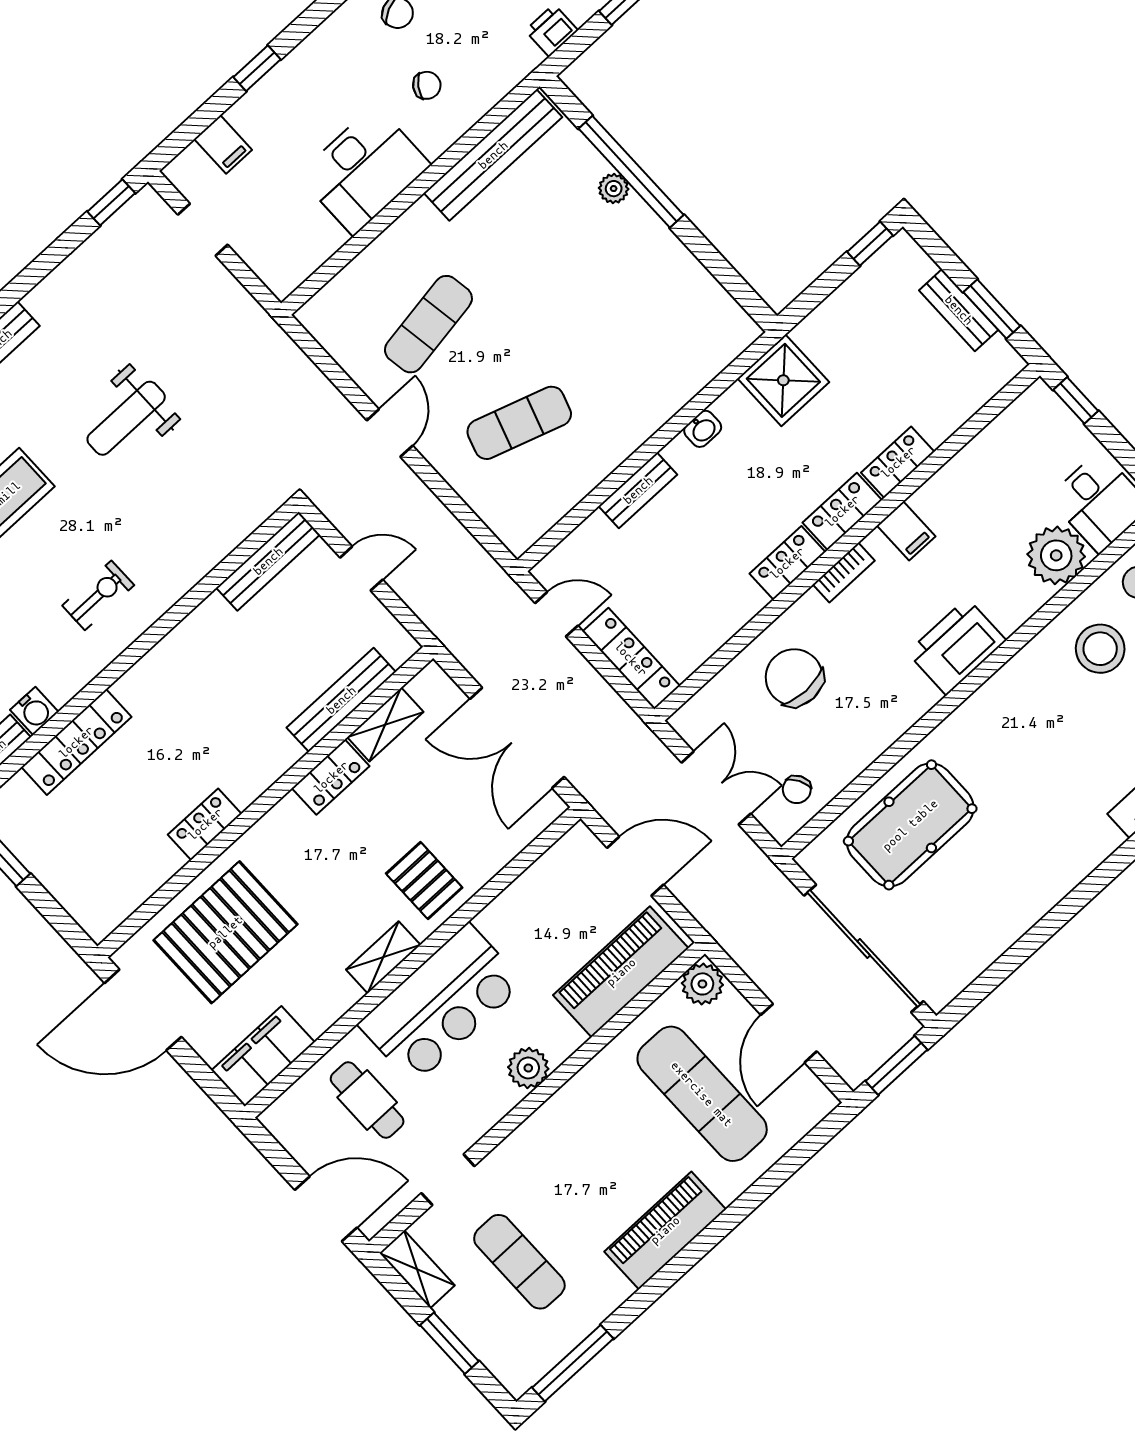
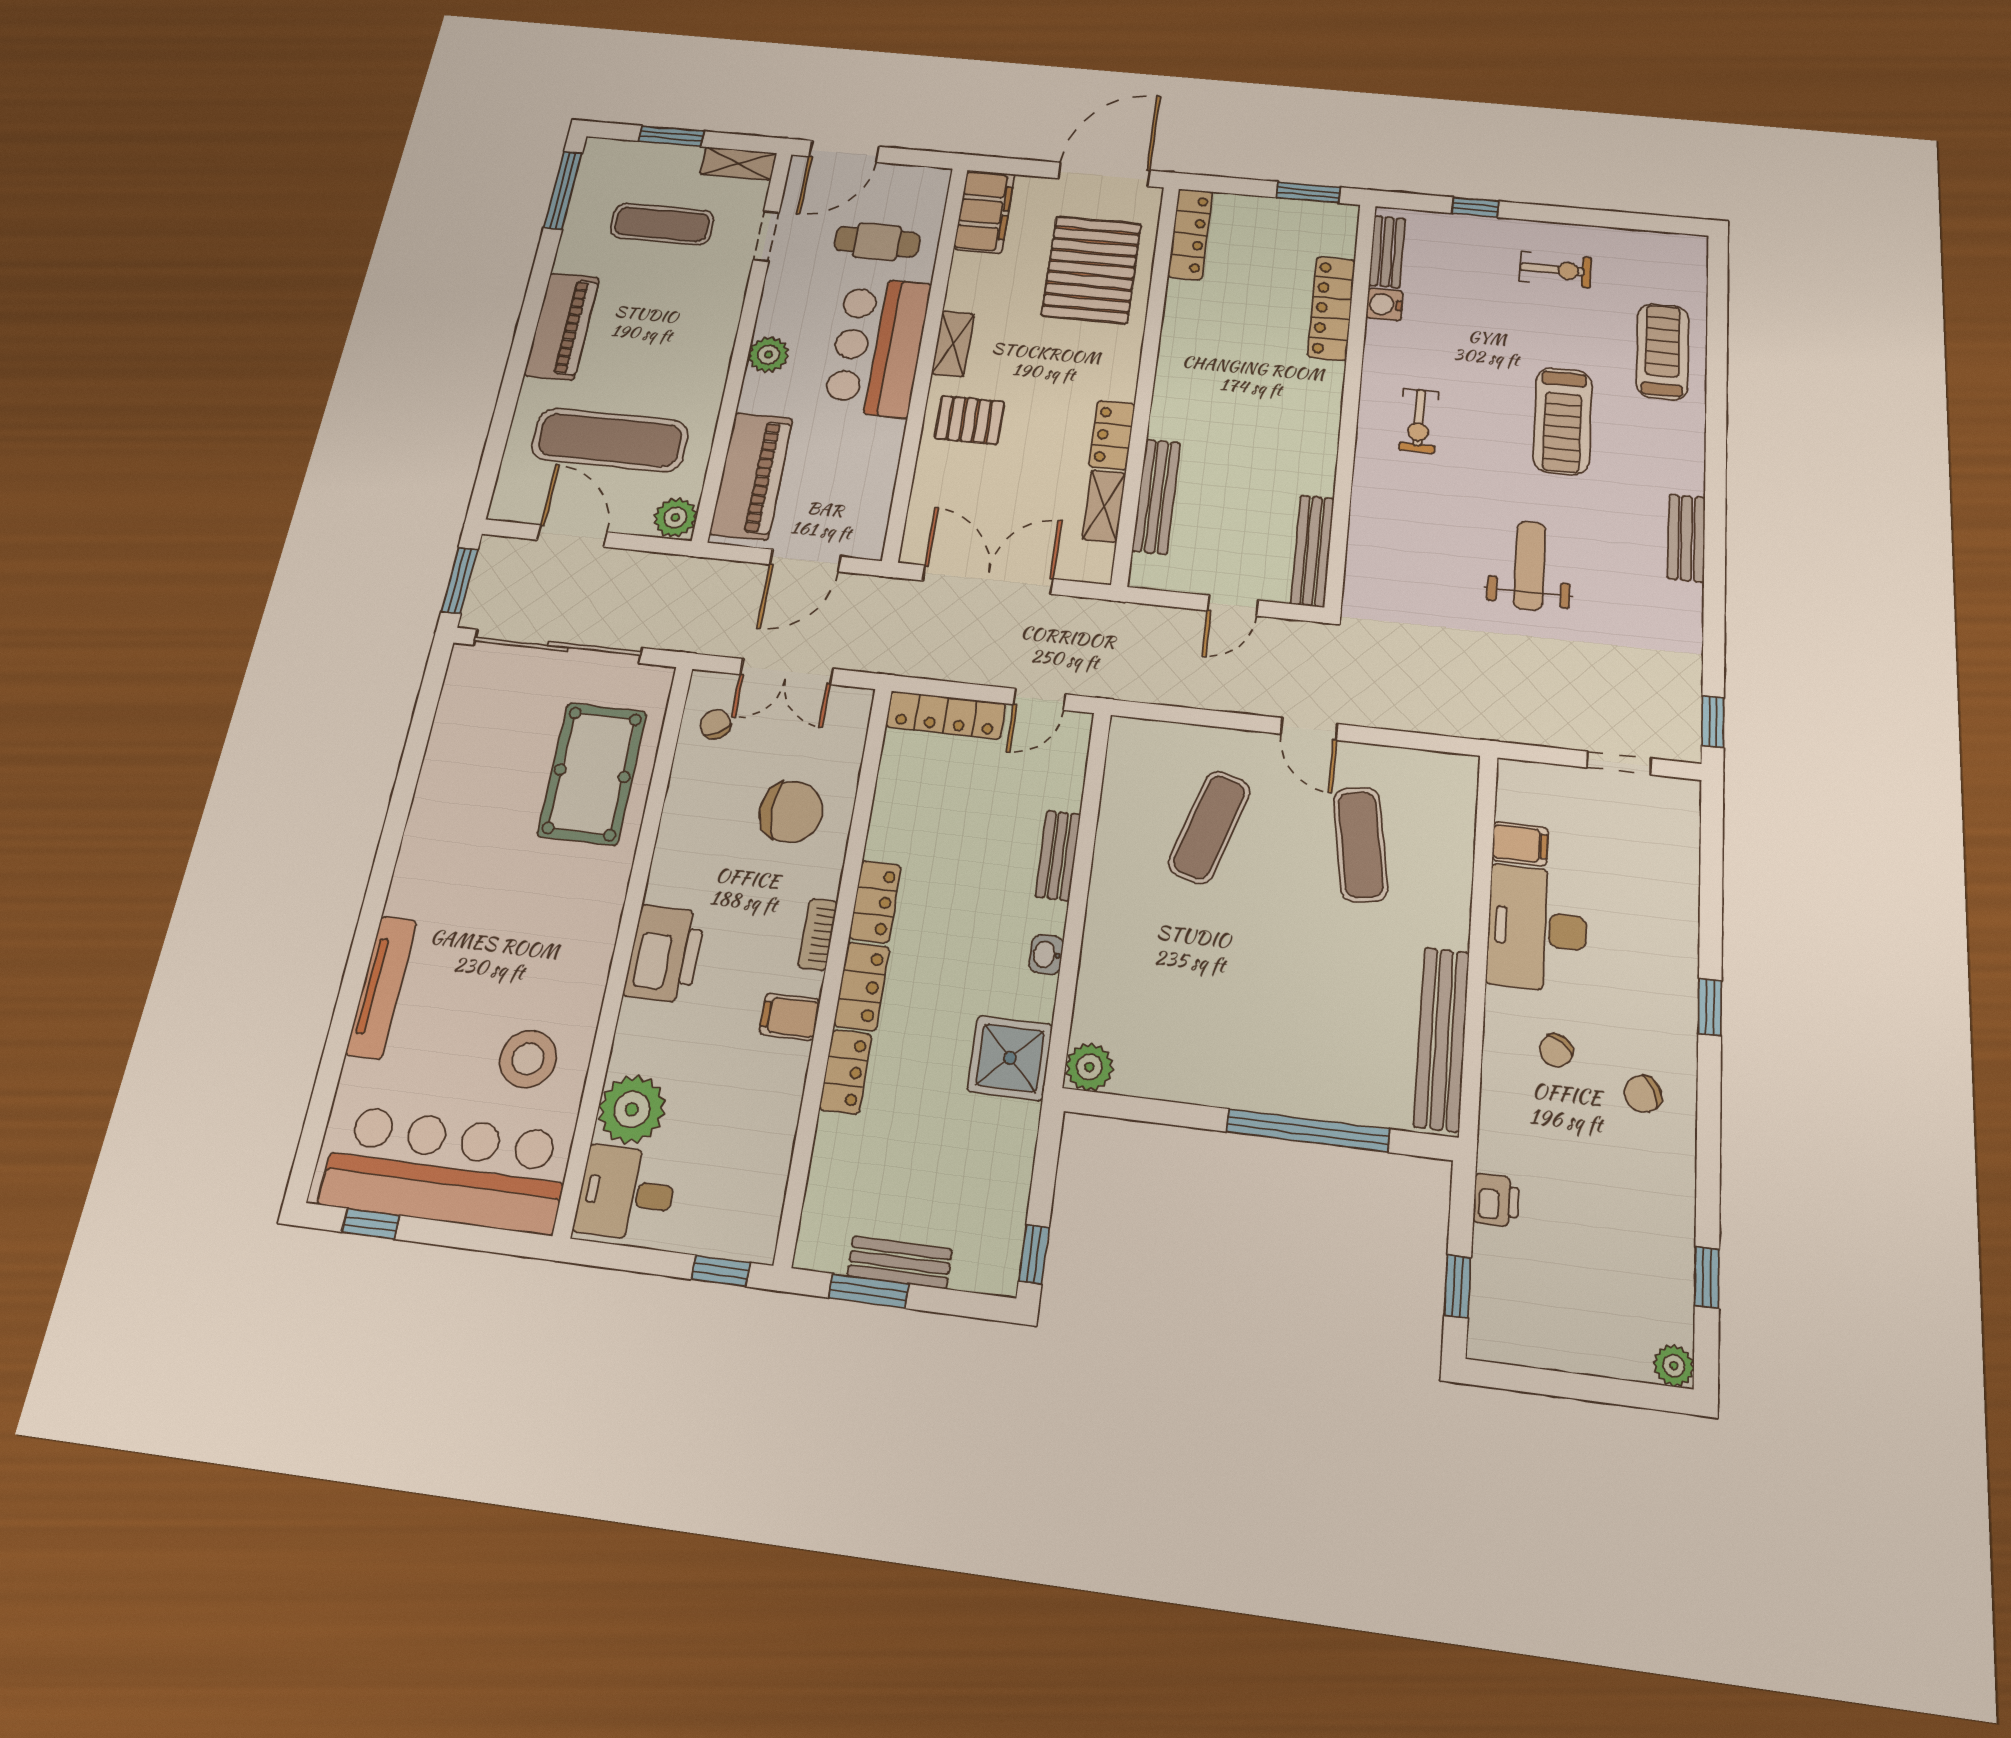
window: (257, 68) -> (1710, 1007), moved
filing cabinet: (223, 144) -> (1520, 844), moved, turned 180
plant: (614, 189) -> (1089, 1067), moved, width x1.38, depth x1.38
locker: (205, 824) -> (1190, 234), moved, width x1.53

